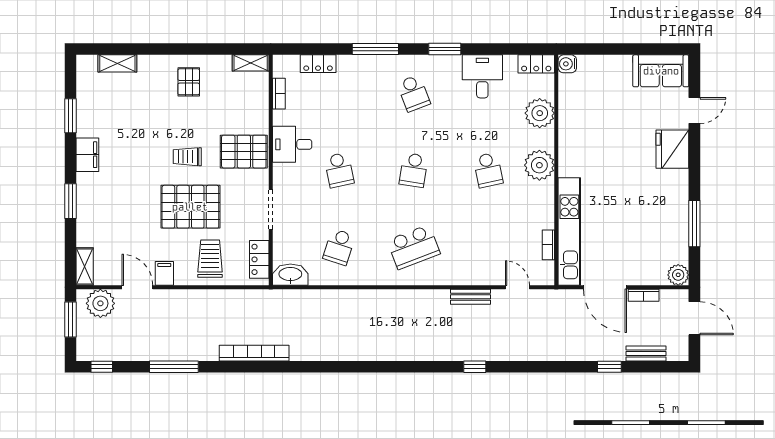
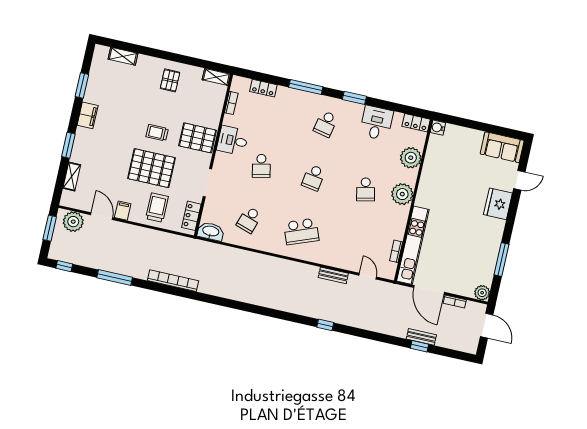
school desk: (414, 93) -> (326, 124), turned 33
shelving: (85, 266) -> (72, 177), moved
bench: (646, 353) -> (421, 337), moved

